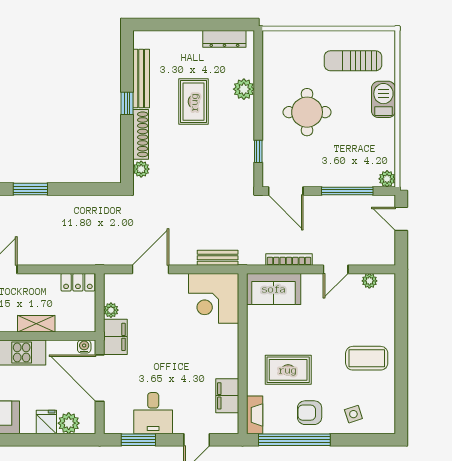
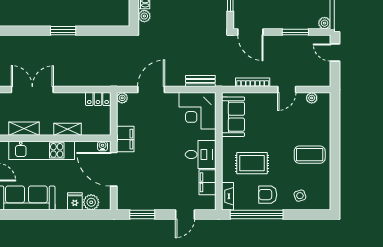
window: (347, 191) -> (295, 32), width x0.69
sofa: (274, 289) -> (233, 117), moved, turned -90
plant: (111, 310) -> (122, 98), moved
desk: (153, 413) -> (201, 154), moved, turned -90

